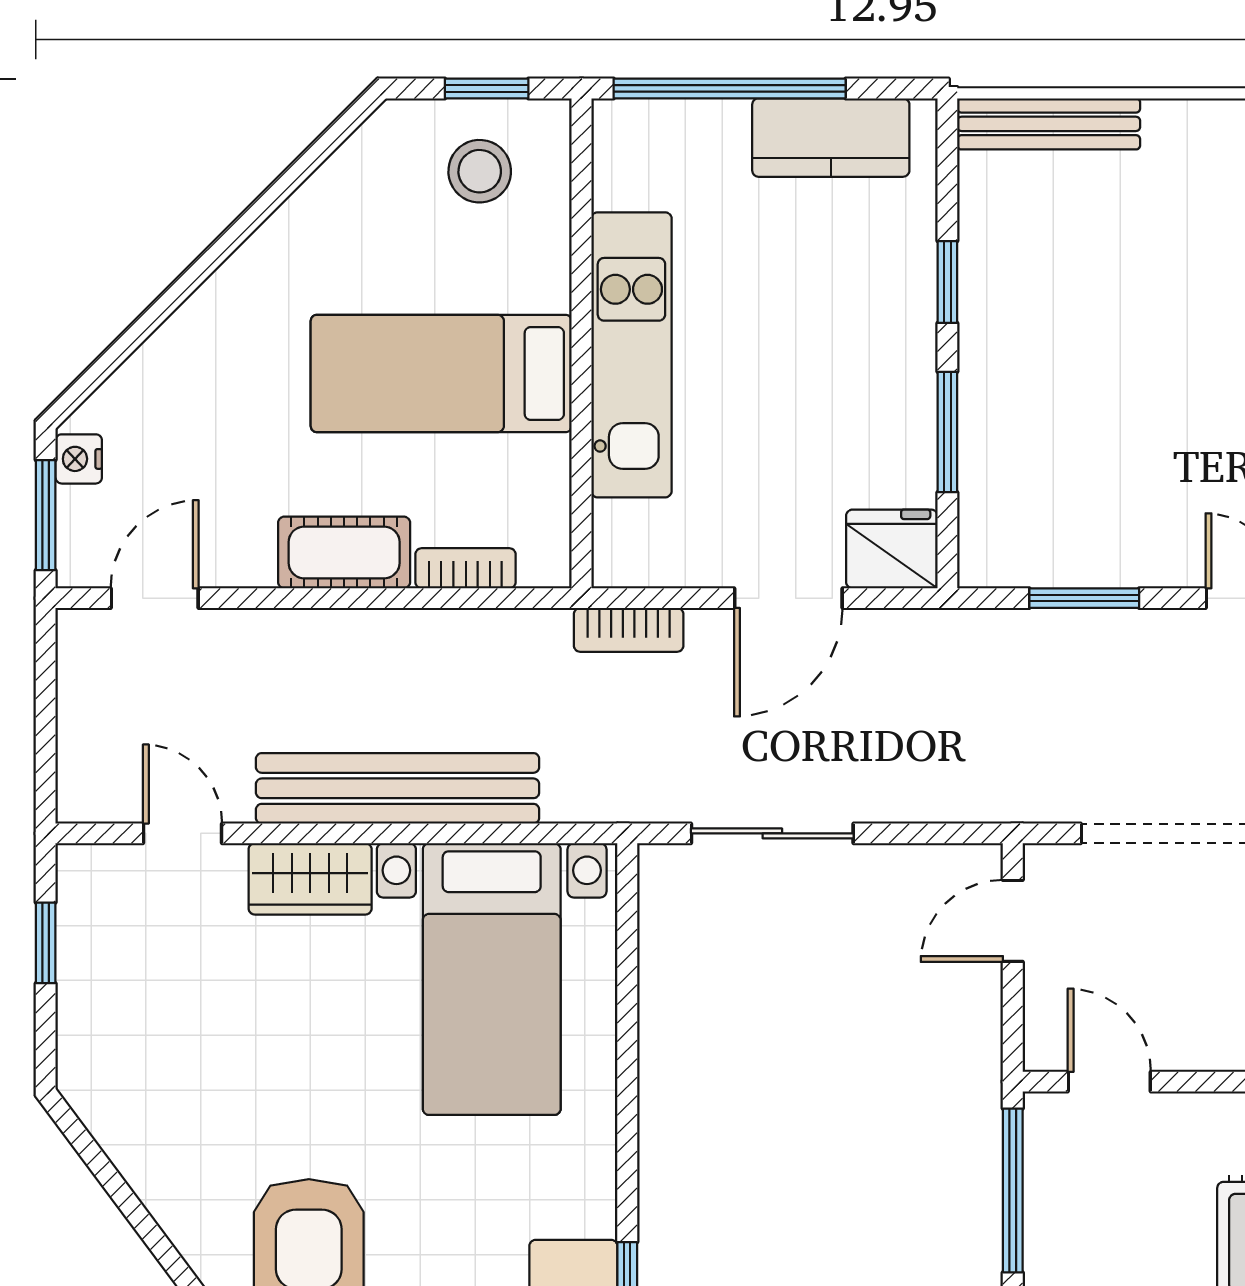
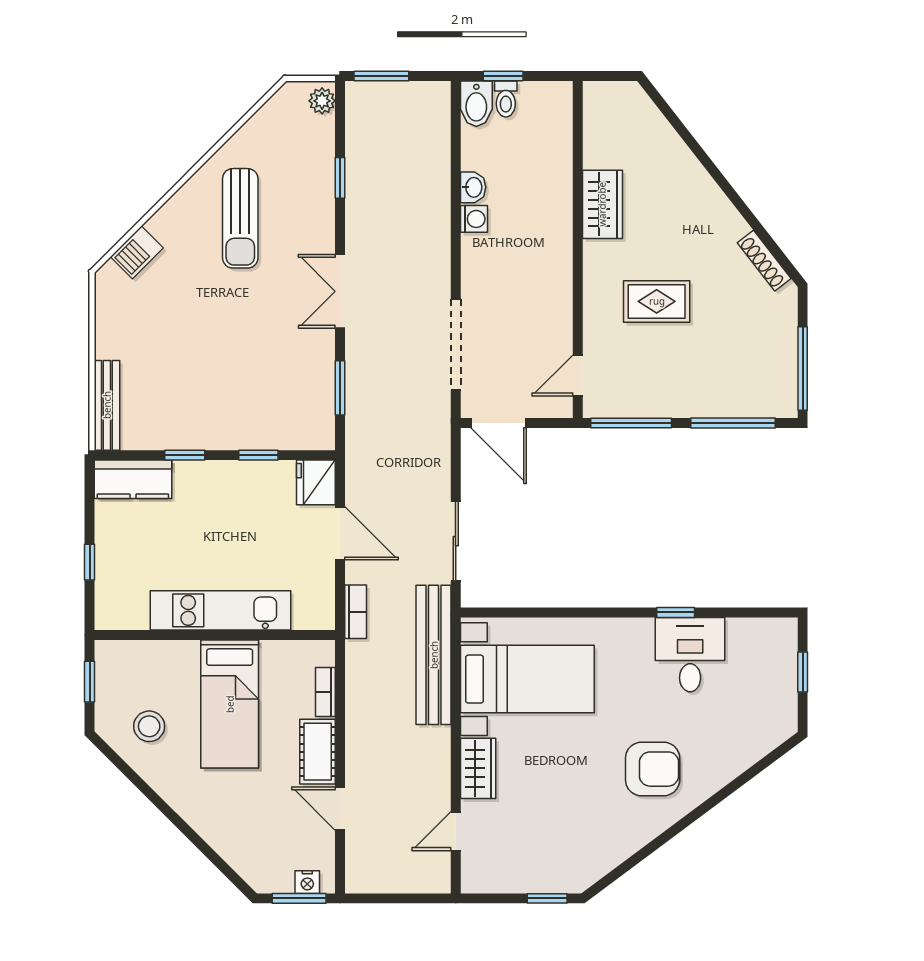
window: (730, 88) -> (90, 562), width x0.32
kitchen counter: (831, 138) -> (133, 479), moved, turned 90
stool: (480, 171) -> (149, 726), moved
window: (947, 432) -> (258, 455), width x0.67
nightstand: (79, 459) -> (307, 882), moved
door: (155, 598) -> (340, 809), moved
bench: (398, 788) -> (434, 655), moved
door: (1013, 921) -> (499, 423), width x1.38
window: (46, 943) -> (547, 898), moved

